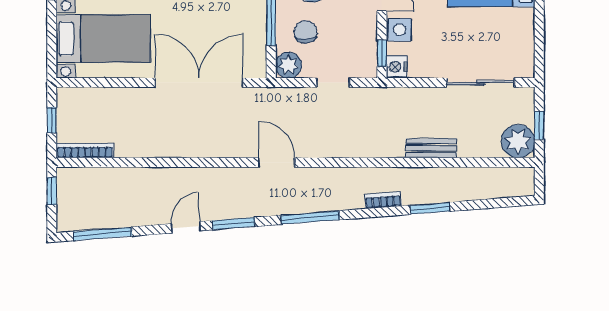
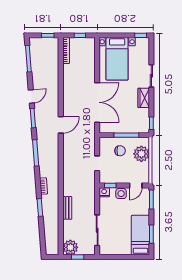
plant: (289, 65) -> (105, 143), removed
door: (277, 162) -> (61, 125), moved
door: (186, 227) -> (31, 96), hinge flipped

